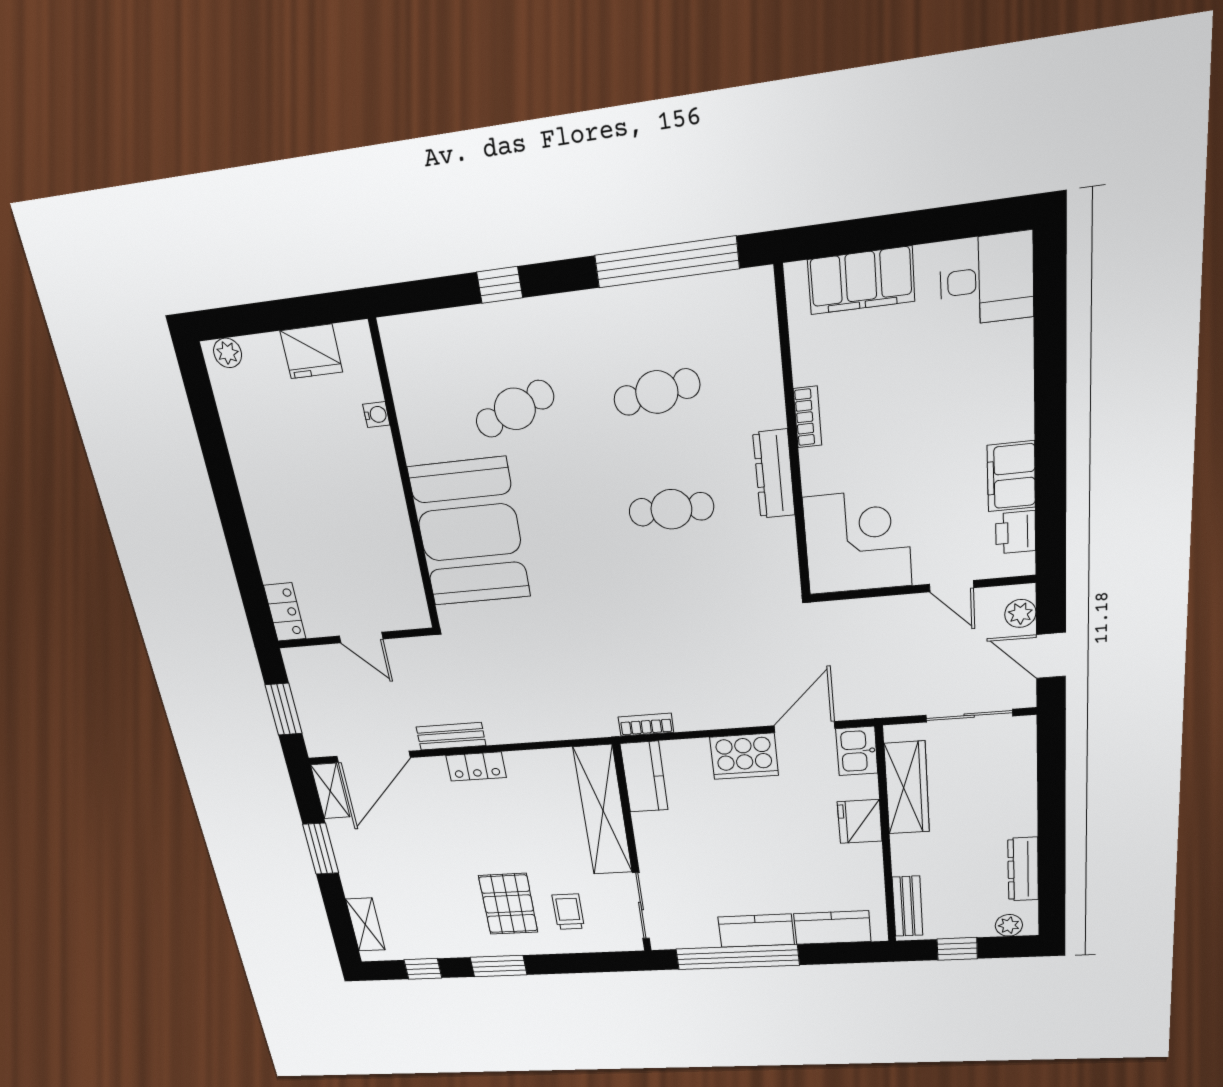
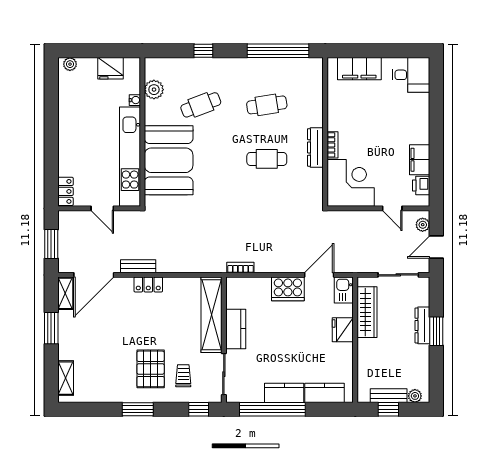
plant: (411, 387) -> (154, 90), added
bookcase: (808, 417) -> (333, 145), moved
kitchen unit: (392, 533) -> (130, 157), added
door: (1051, 656) -> (436, 247), hinge flipped
kitchen counter: (644, 777) -> (236, 329), moved
window: (1051, 814) -> (436, 331), added
dresser: (1023, 869) -> (422, 325), moved
bench: (908, 906) -> (389, 396), moved, turned 90
window: (423, 969) -> (199, 409), moved

